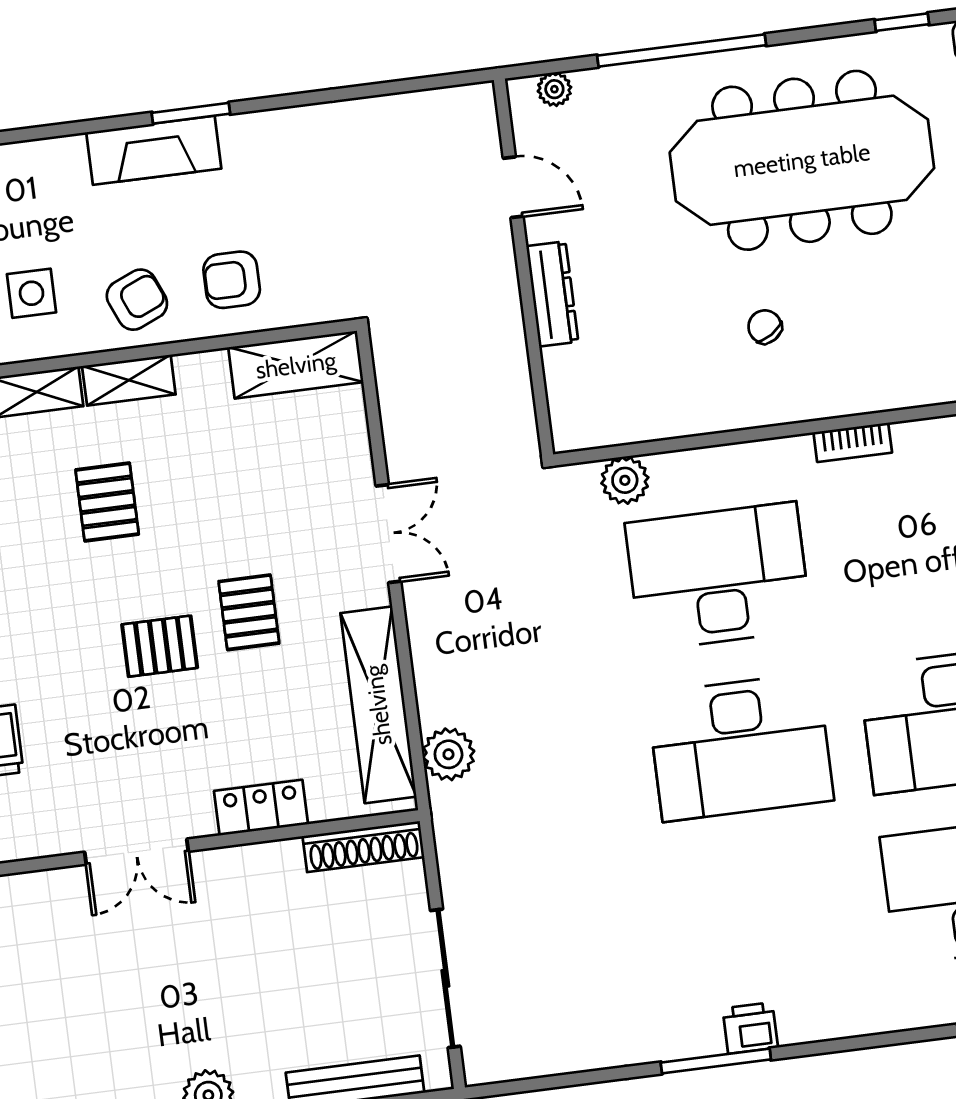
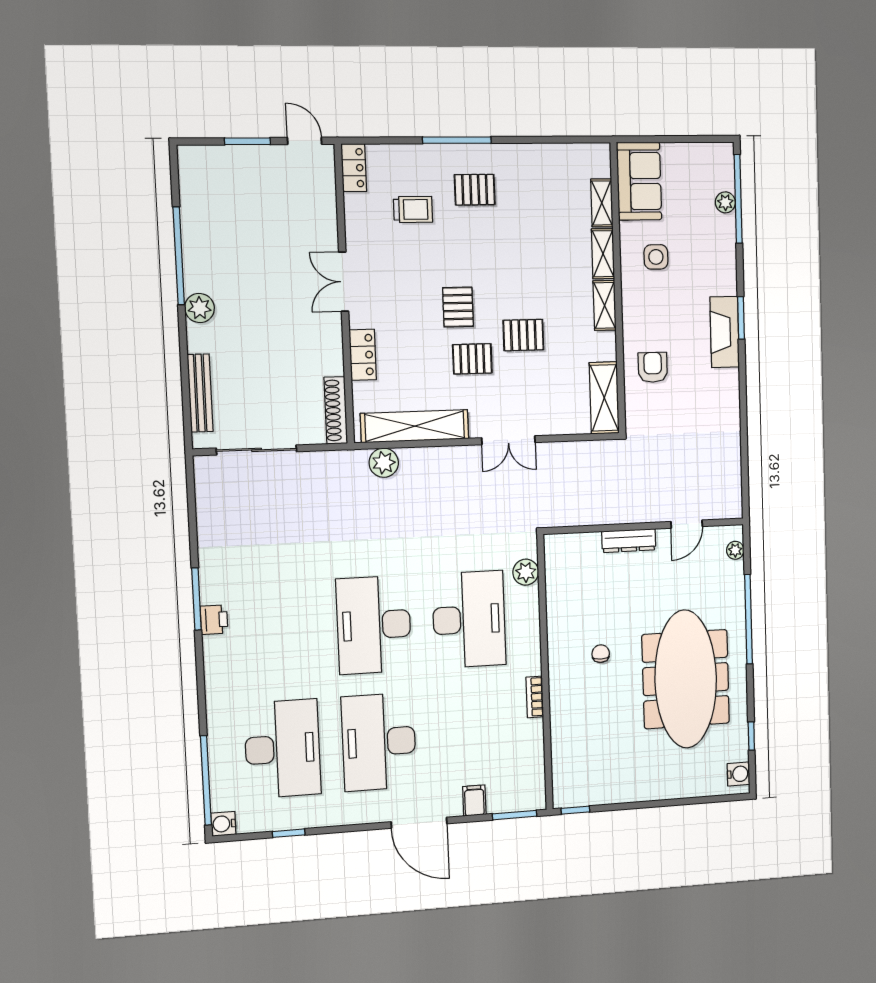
window: (191, 113) -> (741, 318), moved
armchair: (137, 300) -> (647, 314), removed
chair: (765, 327) -> (601, 654), turned -57
pallet: (107, 502) -> (523, 335), moved

